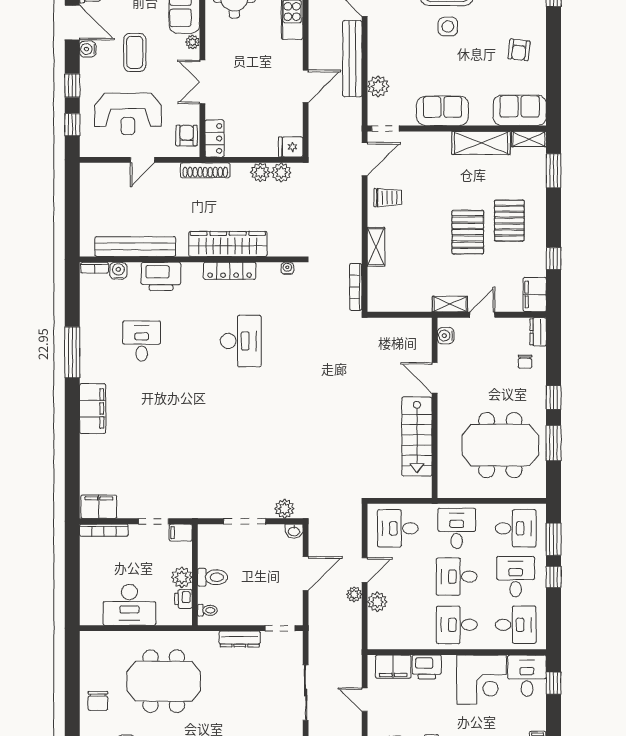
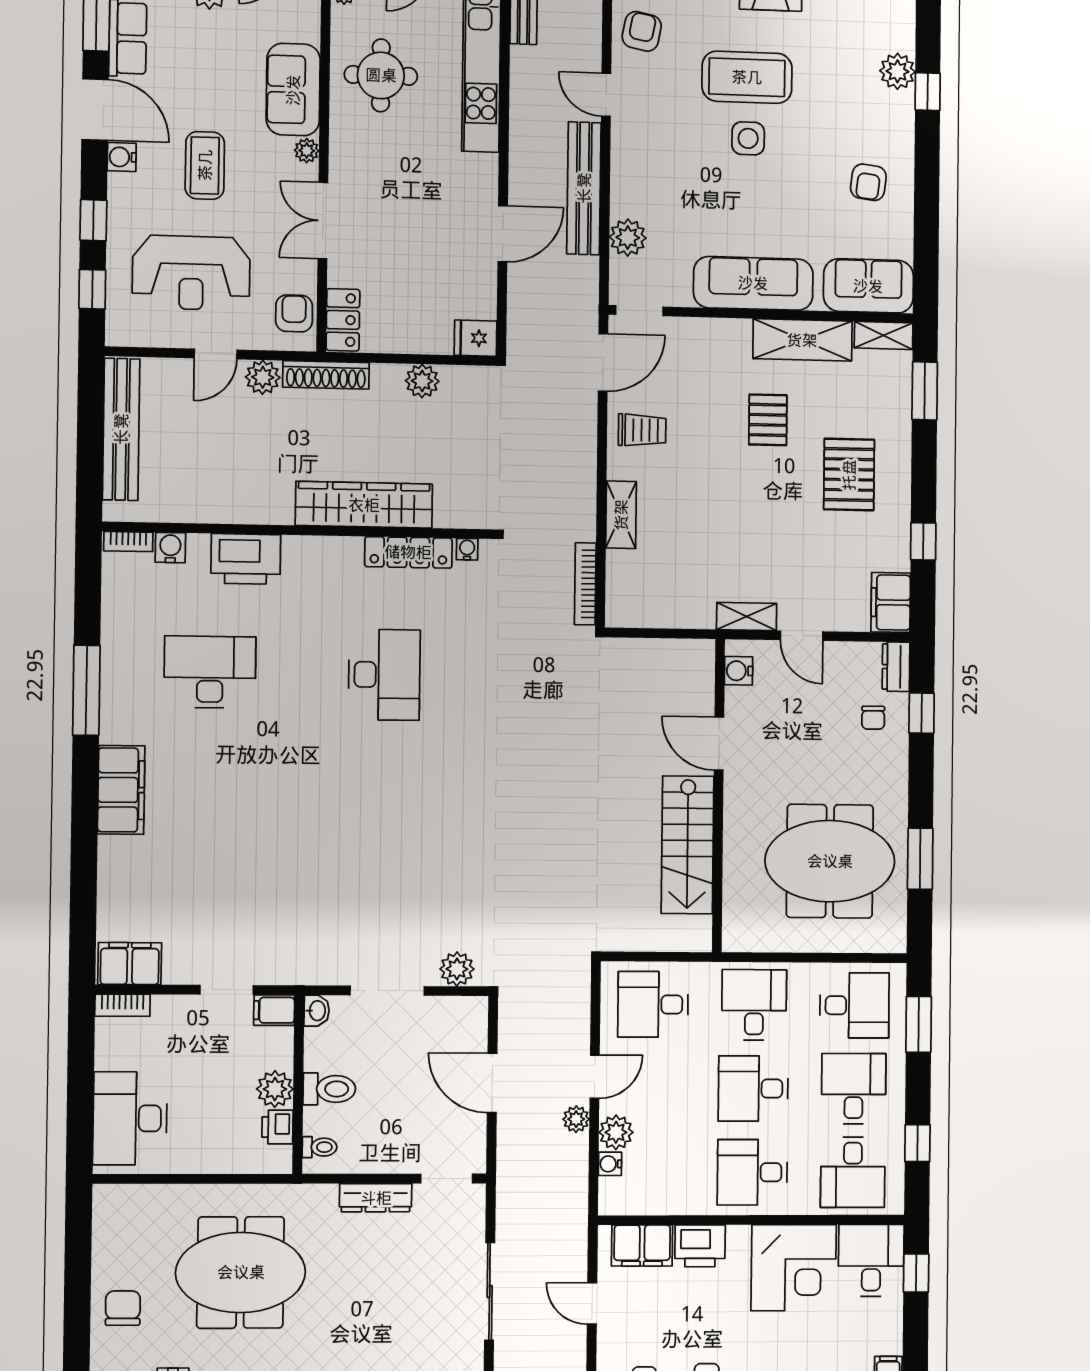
sofa: (442, 111) -> (753, 283), width x1.36
plant: (281, 172) -> (263, 377), moved
pallet: (468, 232) -> (768, 420), moved, width x0.67, depth x0.71
bench: (135, 247) -> (121, 429), moved, turned 90
locker: (230, 271) -> (408, 552), moved
door: (482, 315) -> (802, 636), swing flipped
desk: (142, 341) -> (210, 672), width x1.37
window: (554, 397) -> (922, 713), moved
bookcase: (104, 530) -> (122, 1005), width x0.64
washbasin: (294, 531) -> (317, 1011), moved, turned -90
door: (306, 574) -> (492, 1083), swing flipped
window: (554, 577) -> (917, 1143), moved
desk: (129, 605) -> (130, 1118), moved, turned 90
water cooler: (374, 620) -> (610, 1164), added
desk: (516, 625) -> (853, 1172), turned 90
chair: (98, 701) -> (123, 1308), turned 180

